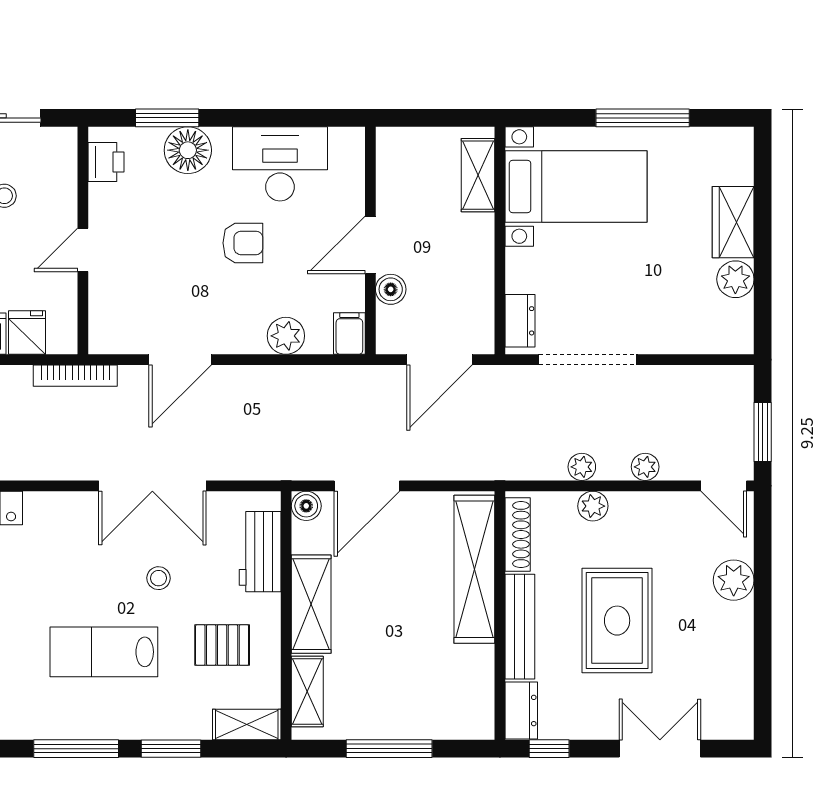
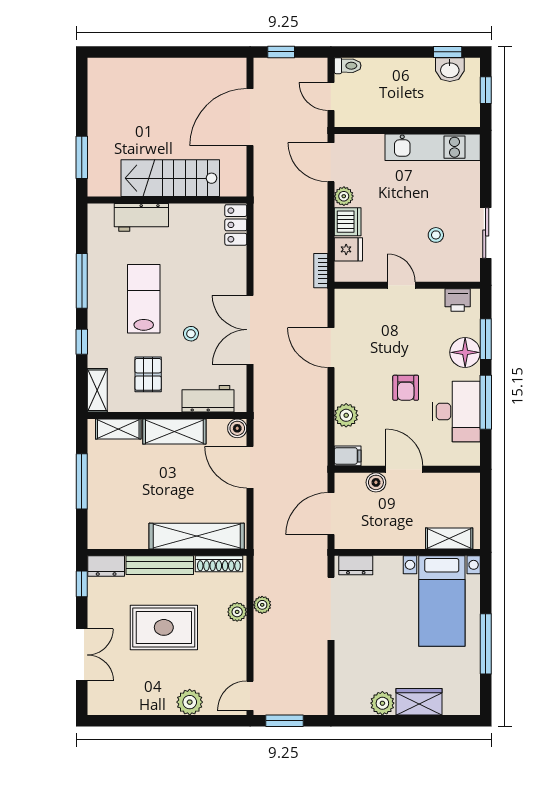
window: (266, 118) -> (486, 402), added
door: (439, 360) -> (331, 514), hinge flipped
bookcase: (75, 376) -> (321, 271), width x0.64
plant: (645, 467) -> (262, 645), removed
window: (171, 749) -> (82, 342), width x0.67

